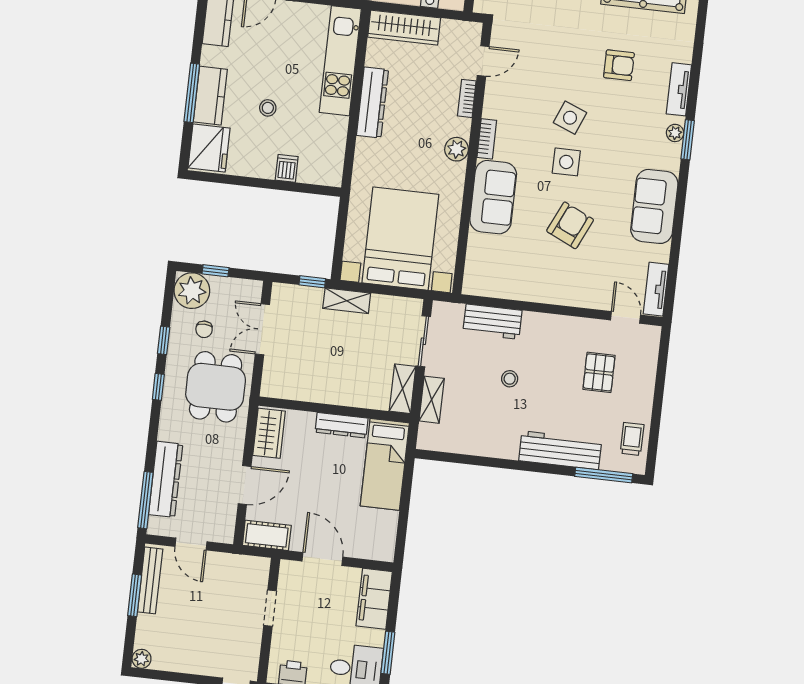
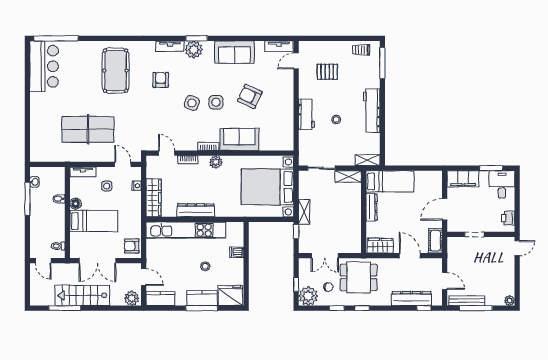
kitchen unit: (340, 61) -> (186, 230), width x1.36
plant: (675, 133) -> (194, 50), width x1.88, depth x1.88
workbench: (492, 322) -> (306, 114), moved
shelving: (432, 400) -> (368, 160), moved
workbench: (560, 450) -> (372, 110), moved
window: (145, 500) -> (424, 308), width x0.46
door: (191, 544) -> (445, 281), hinge flipped
window: (135, 595) -> (476, 308), width x1.44

